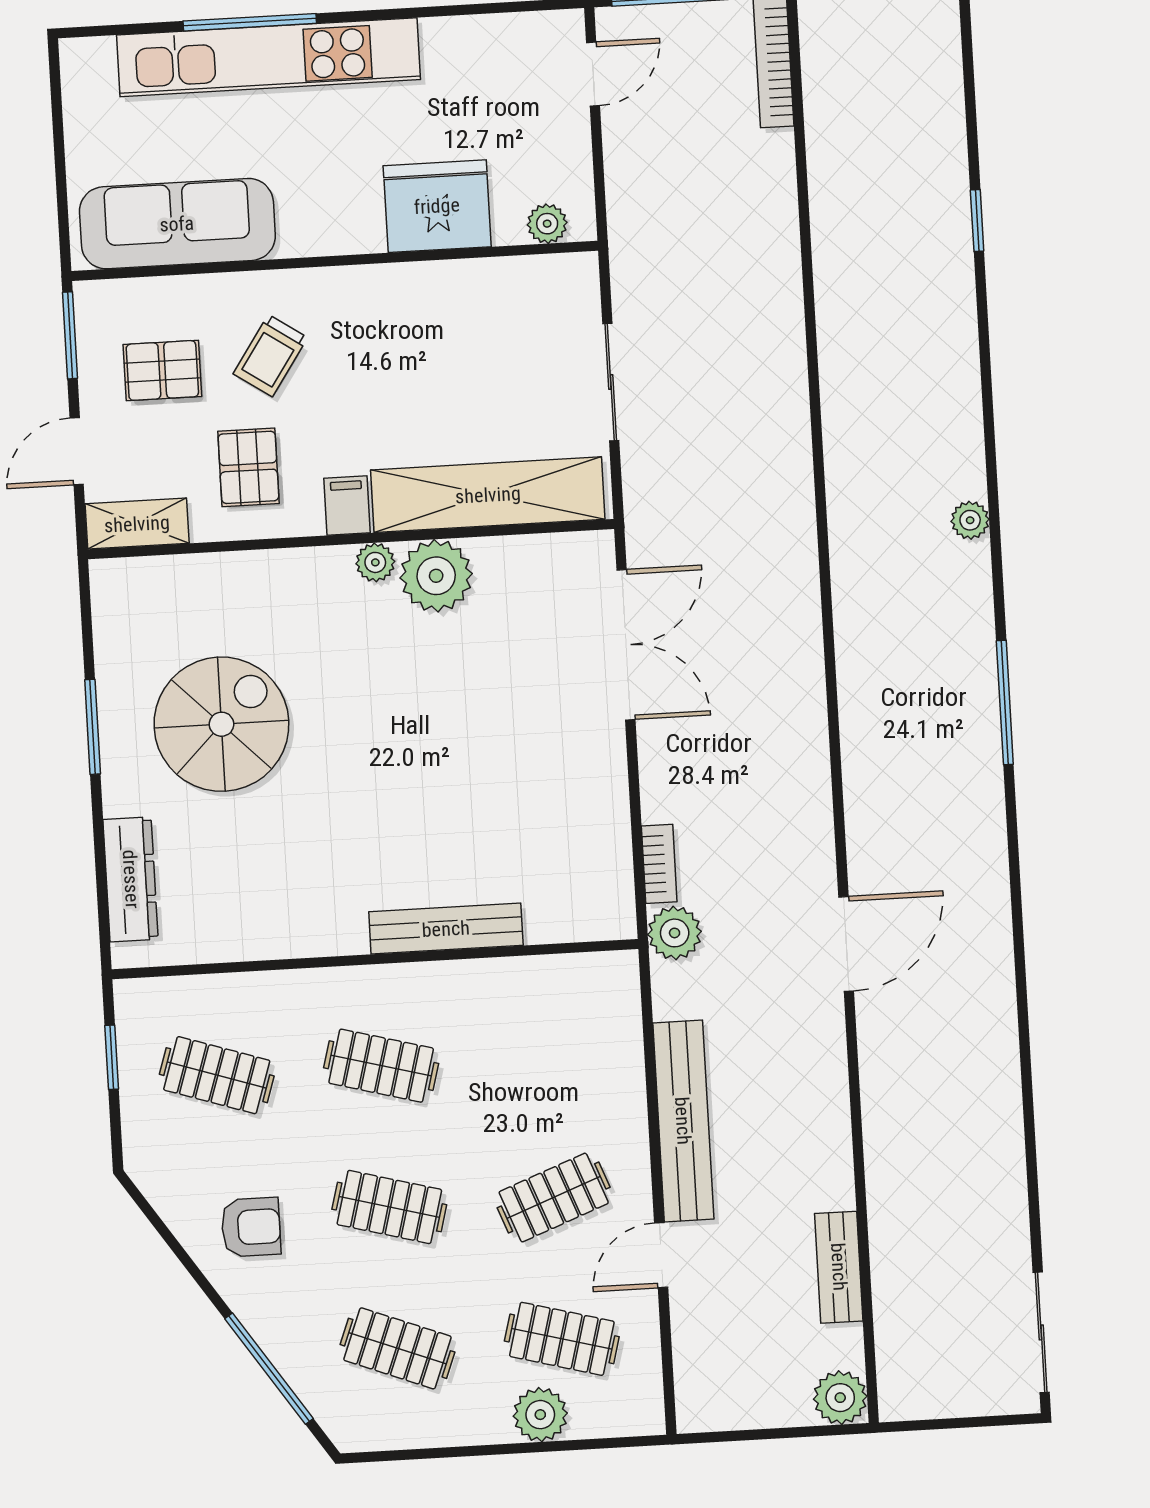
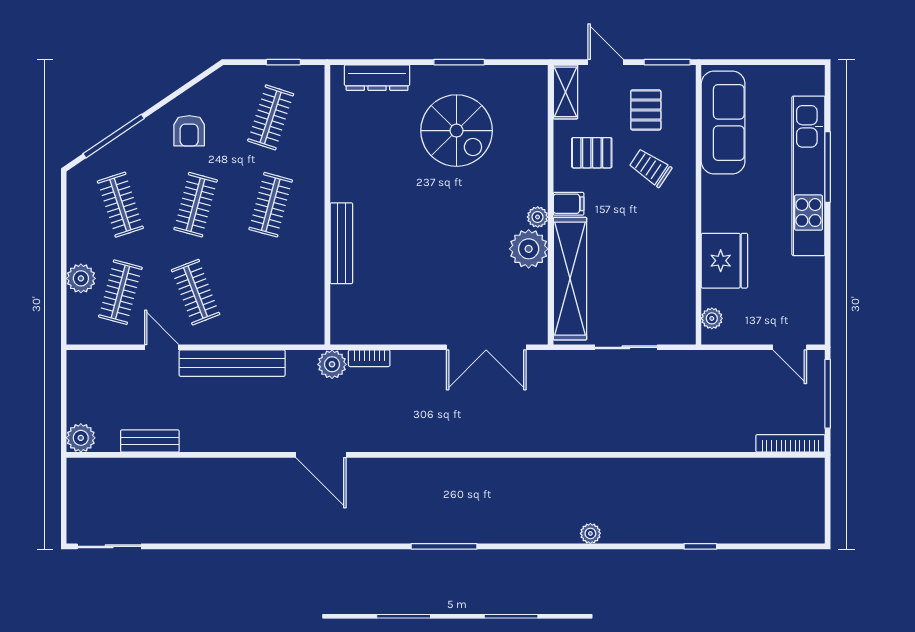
plant: (970, 520) -> (590, 533), moved
clothes rail: (397, 1348) -> (120, 205), turned -39

